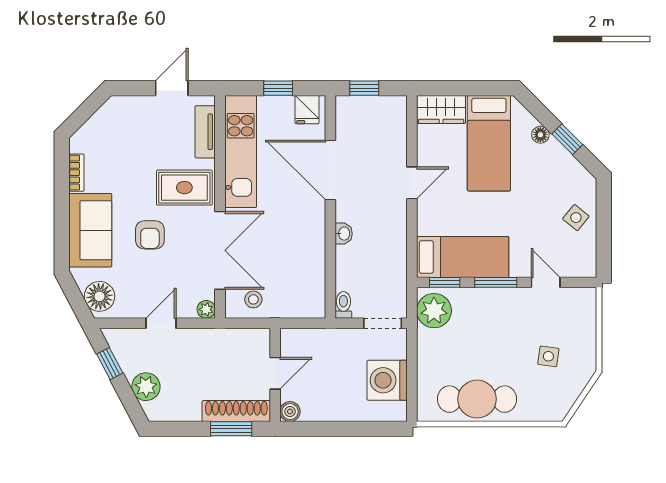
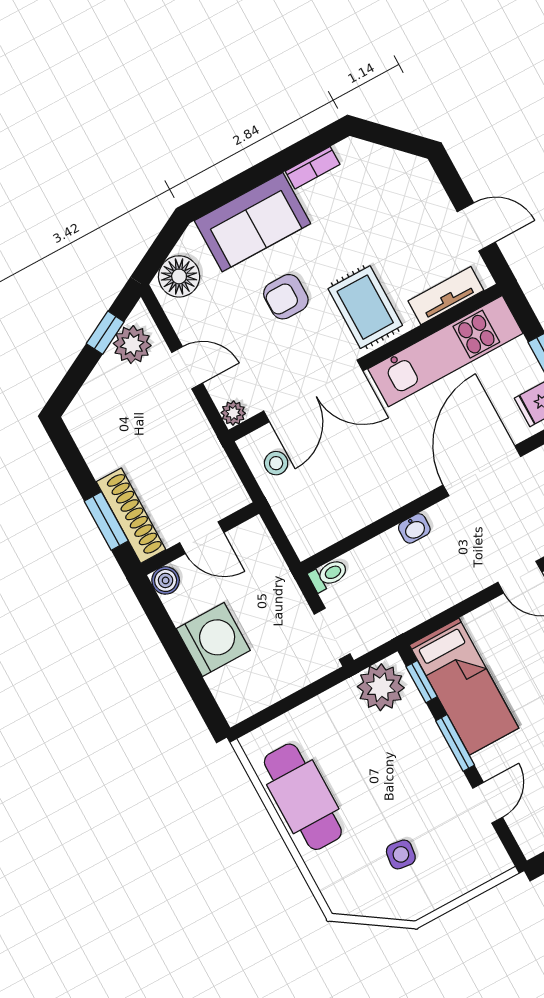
washing machine: (387, 380) -> (213, 639), moved, turned 90
plant: (146, 387) -> (132, 345), moved

